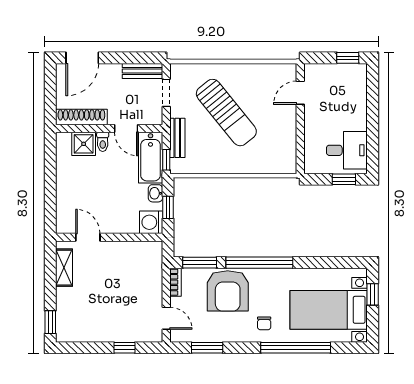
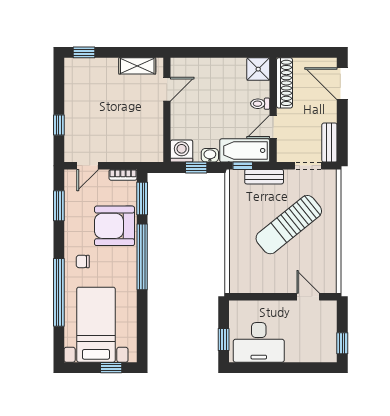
shower: (84, 144) -> (258, 69), moved
desk: (347, 150) -> (259, 342), width x1.37

